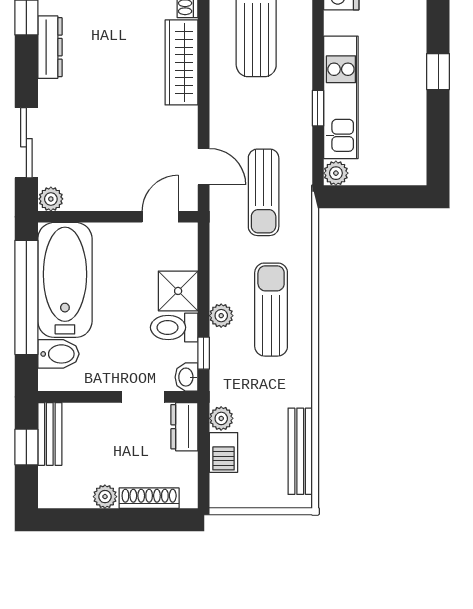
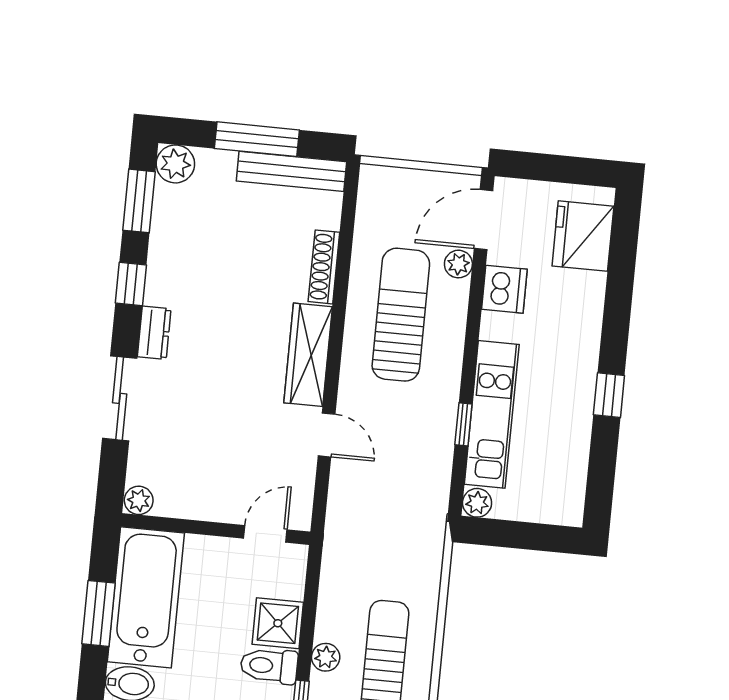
dresser: (50, 47) -> (154, 333), width x0.70
sliding door: (26, 143) -> (120, 398), moved
door: (204, 167) -> (327, 435), moved
sun lounger: (264, 192) -> (390, 517), removed
window: (26, 297) -> (99, 613), width x0.47

